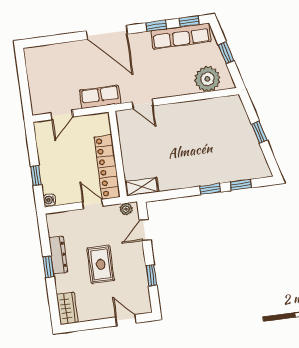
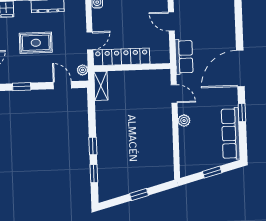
window: (189, 21) -> (243, 142), removed
plant: (207, 79) -> (184, 121), moved, width x0.53, depth x0.53
door: (143, 104) -> (174, 94), swing flipped

